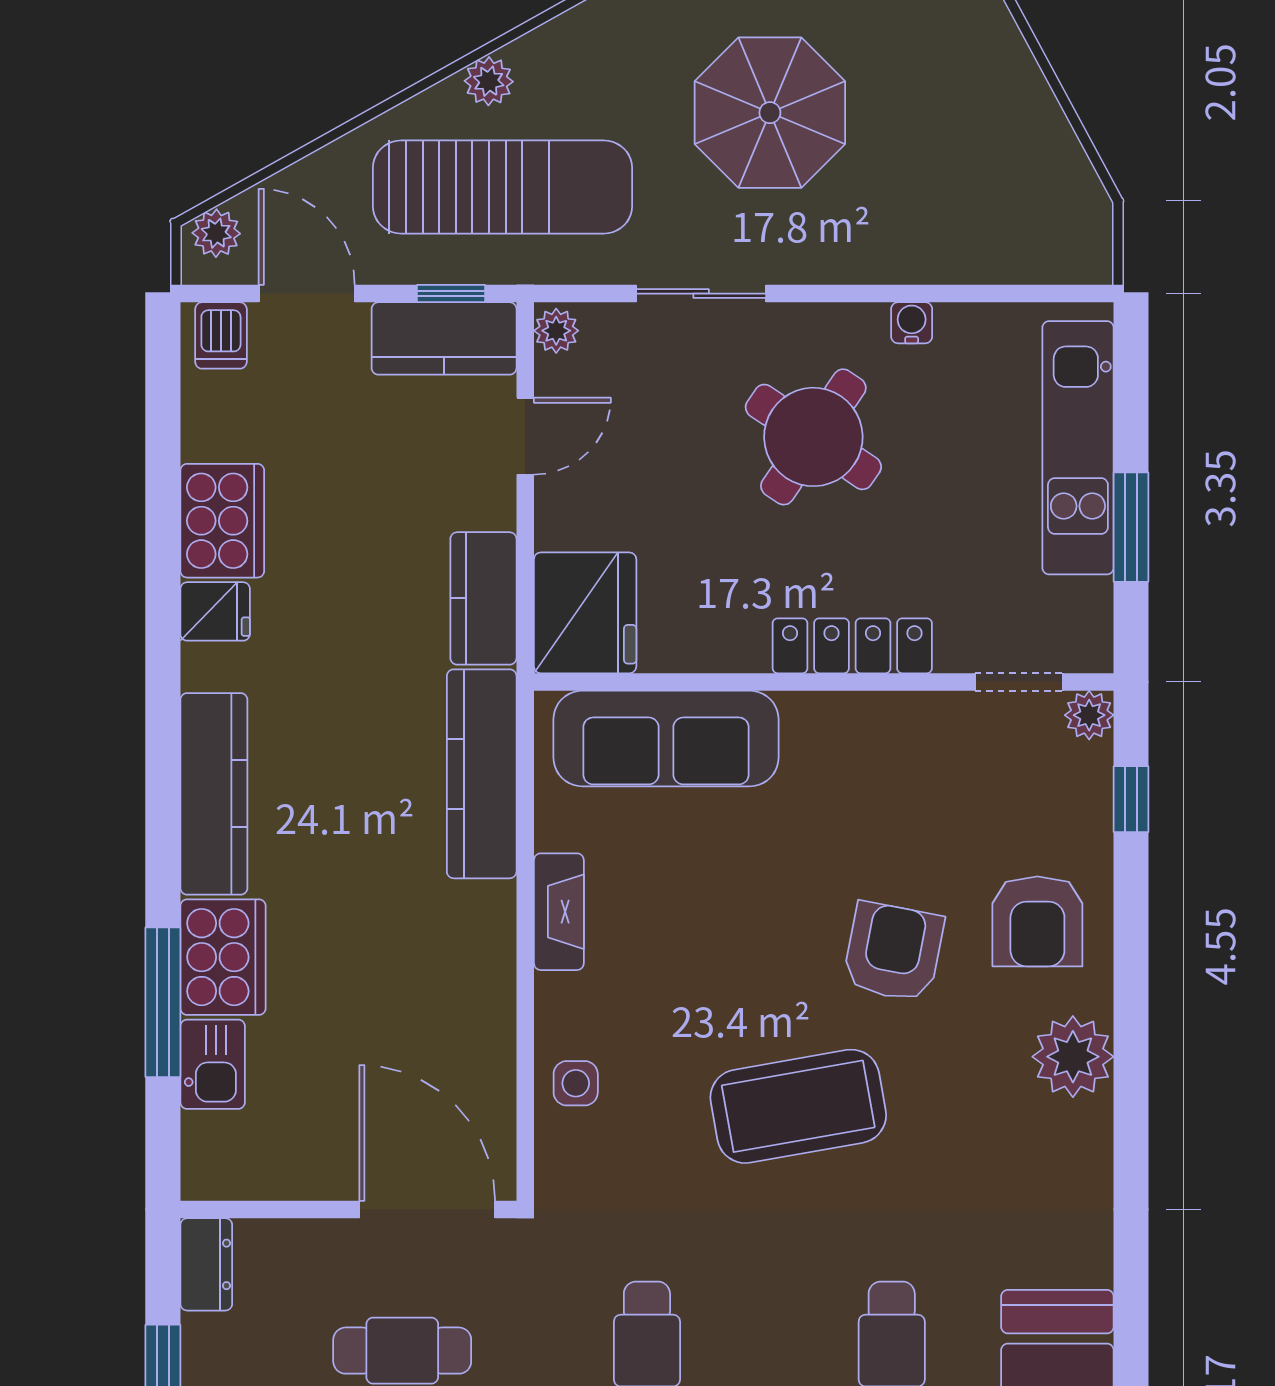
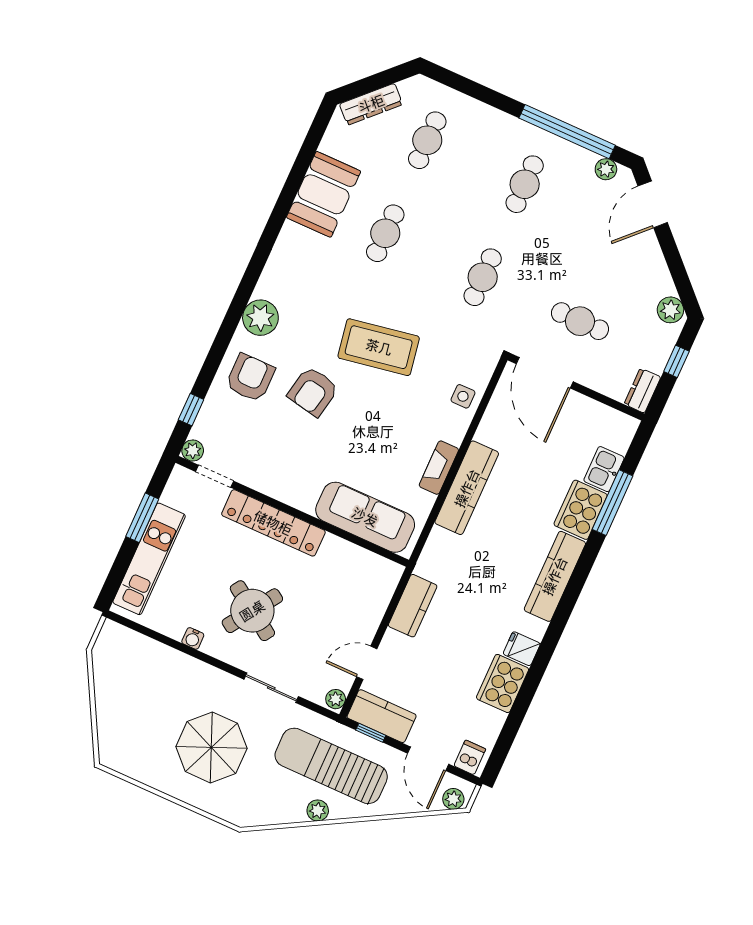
fridge: (585, 613) -> (375, 582), removed
locker: (852, 646) -> (273, 523), width x1.41, depth x1.21
kitchen counter: (482, 774) -> (467, 488), moved

